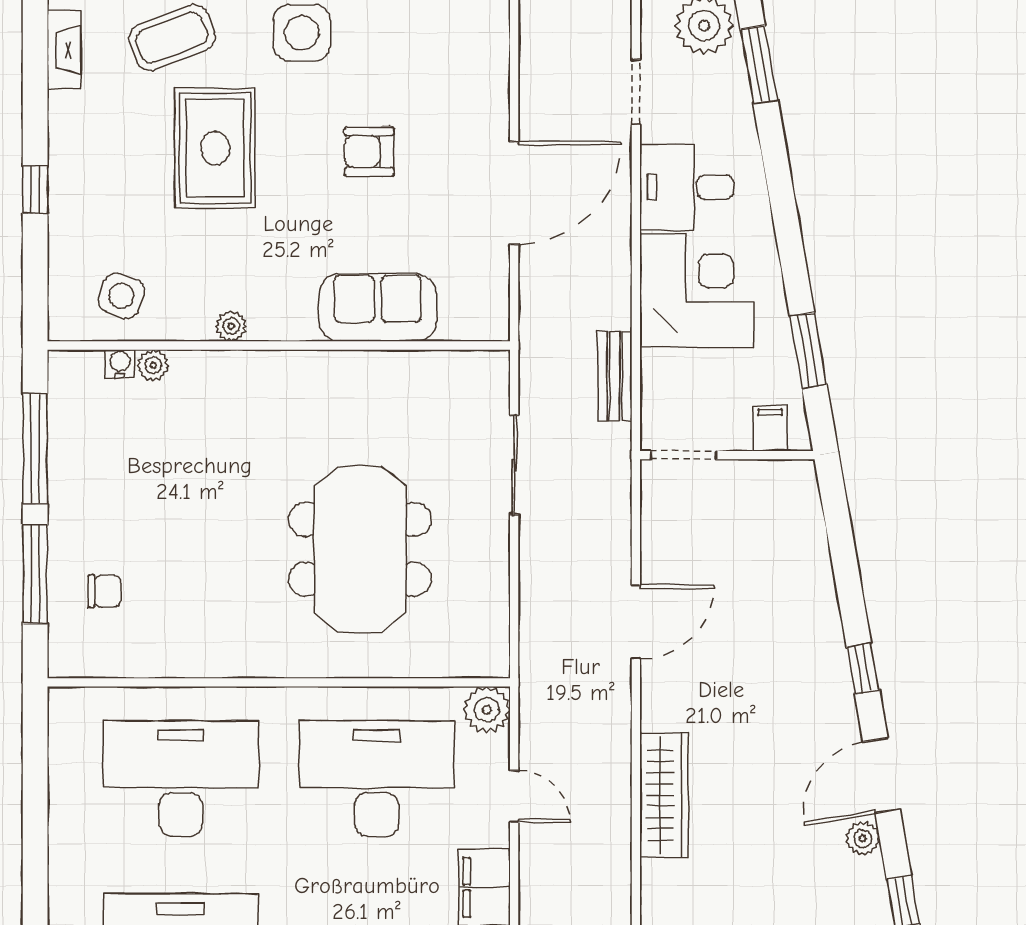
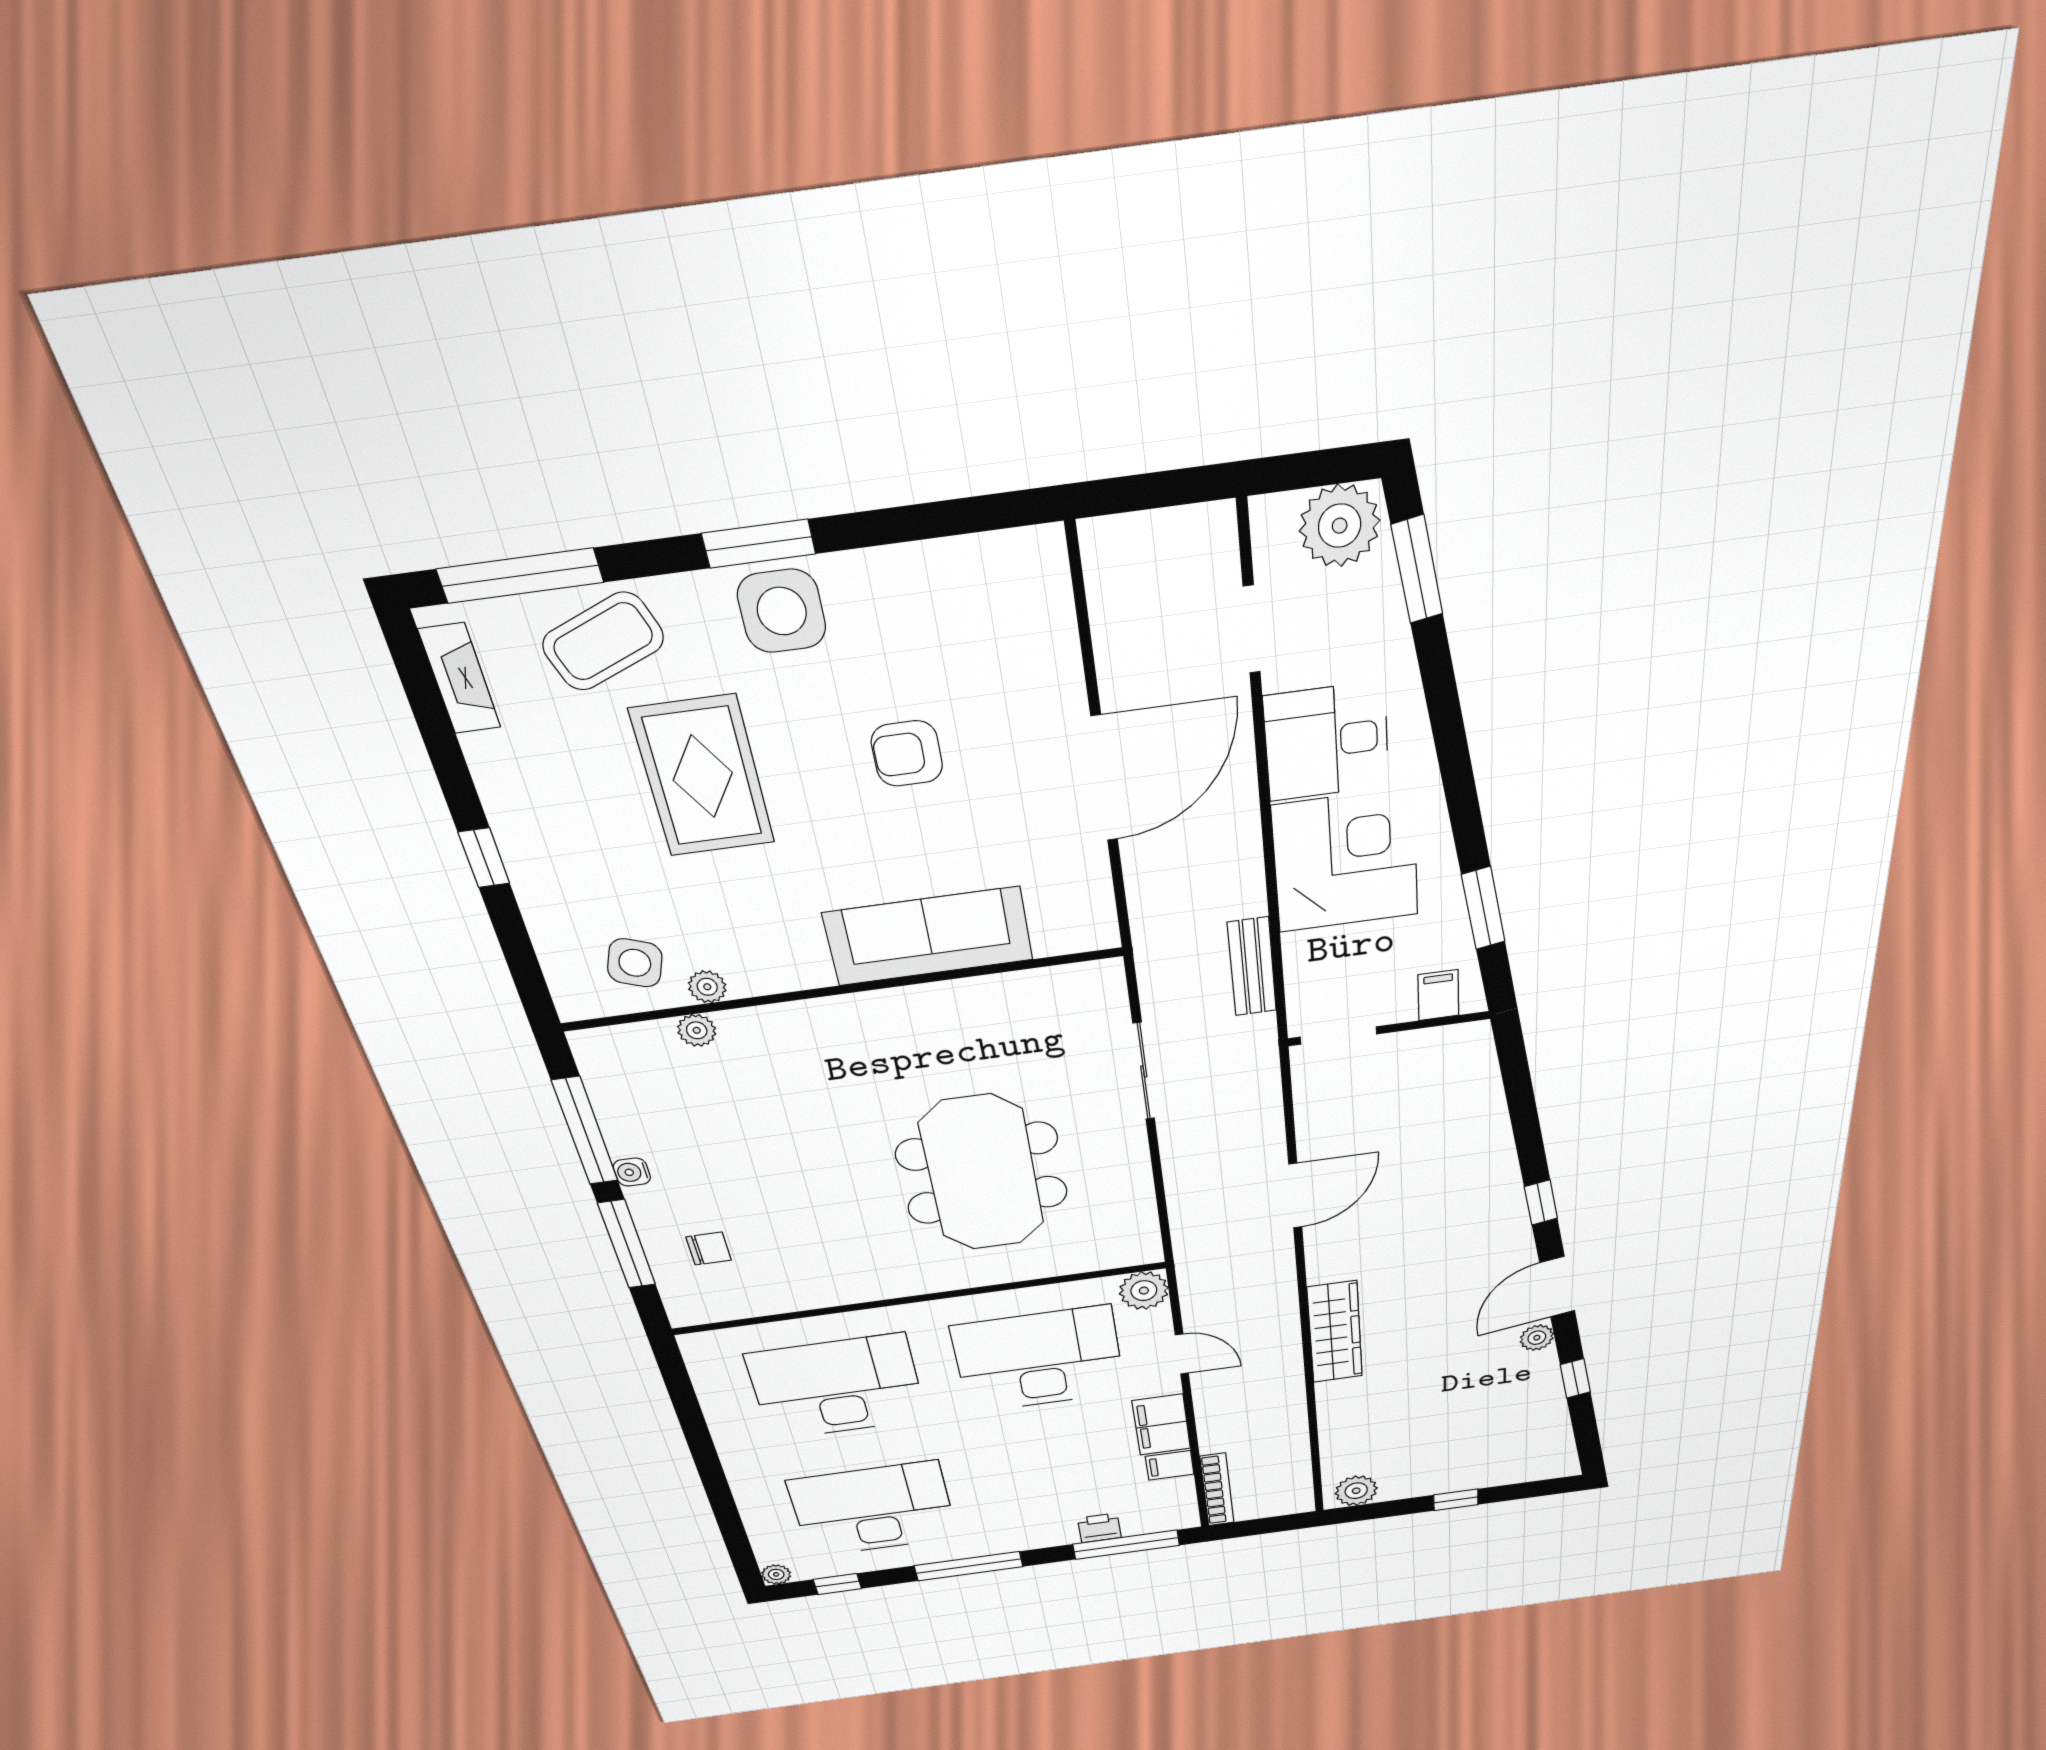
sofa: (378, 308) -> (928, 936), width x1.36
plant: (231, 326) -> (707, 987), moved
water cooler: (120, 364) -> (632, 1172), moved, turned -90

